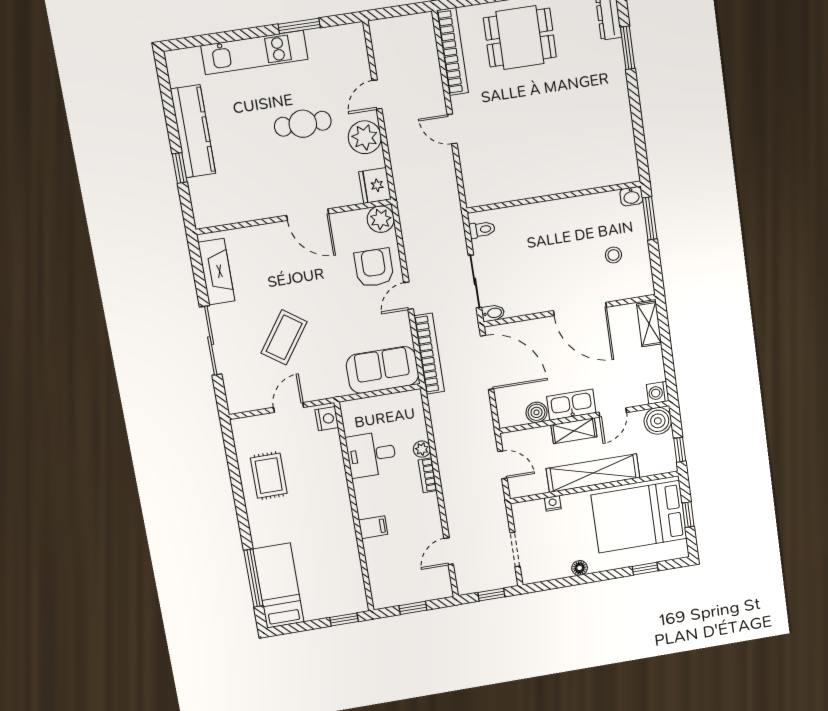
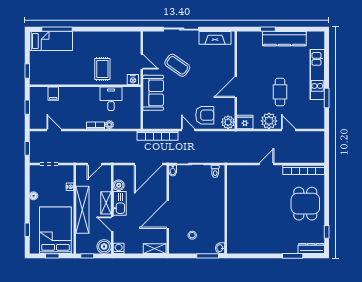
sofa: (383, 370) -> (153, 93), moved
rug: (269, 476) -> (102, 69), moved, turned 90
filing cabinet: (373, 527) -> (53, 94), moved

